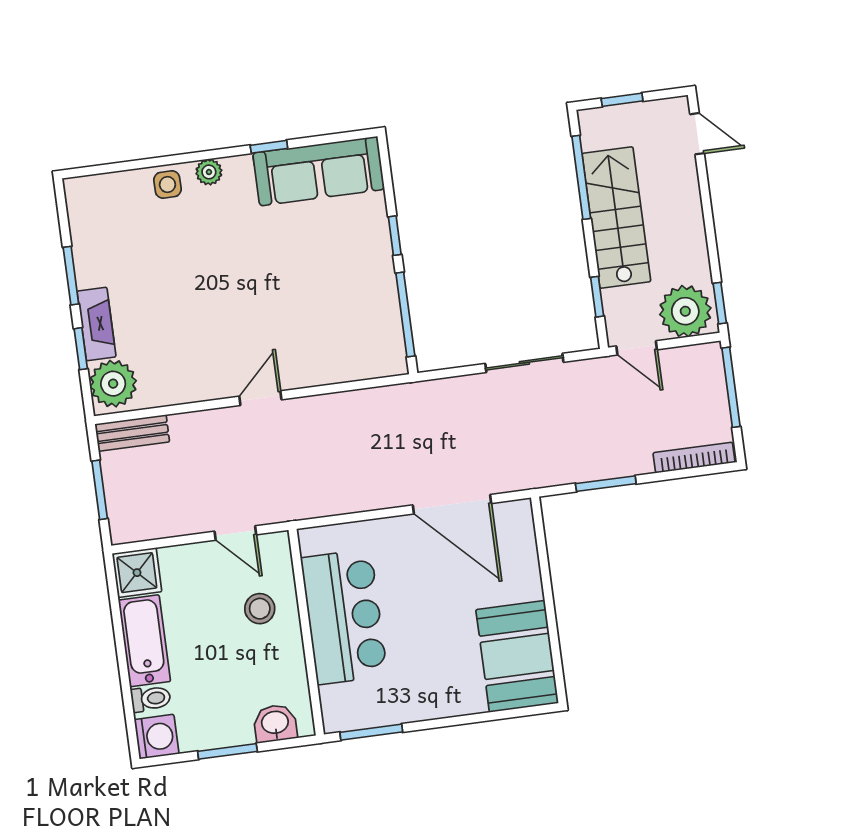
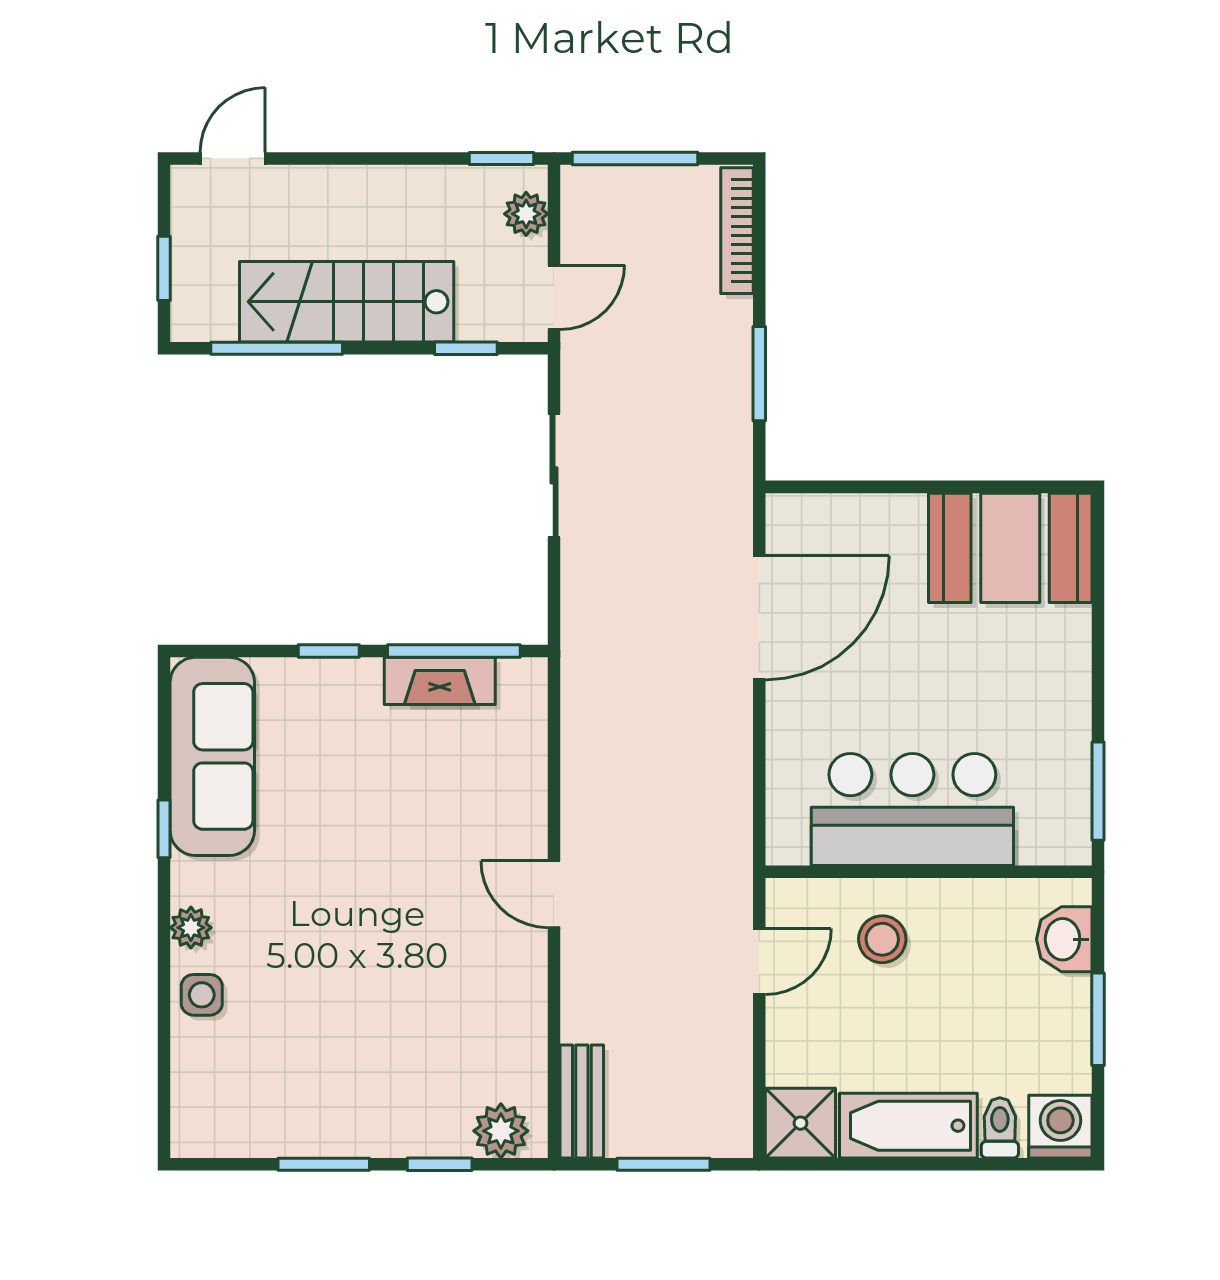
plant: (685, 311) -> (526, 214), width x0.53, depth x0.53
fireplace: (97, 324) -> (440, 681), moved, turned 180
plant: (113, 384) -> (501, 1131), width x0.73, depth x0.73

